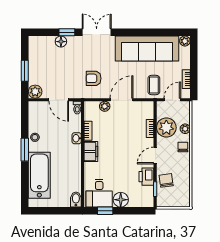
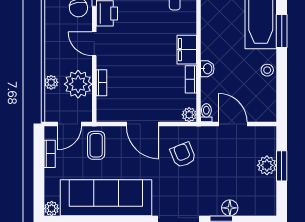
armchair: (94, 78) -> (183, 155), turned -112
plant: (35, 92) -> (267, 165), moved
door: (122, 100) -> (143, 124), hinge flipped
plant: (105, 106) -> (189, 115), moved
chair: (183, 147) -> (54, 56), removed
window: (25, 150) -> (282, 31), moved
door: (155, 156) -> (94, 44), swing flipped

